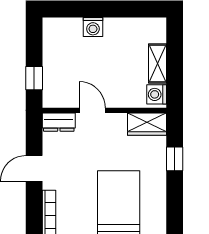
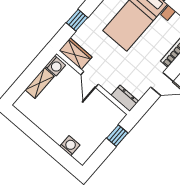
washing machine: (93, 27) -> (70, 146), moved
door: (92, 110) -> (90, 80), moved

